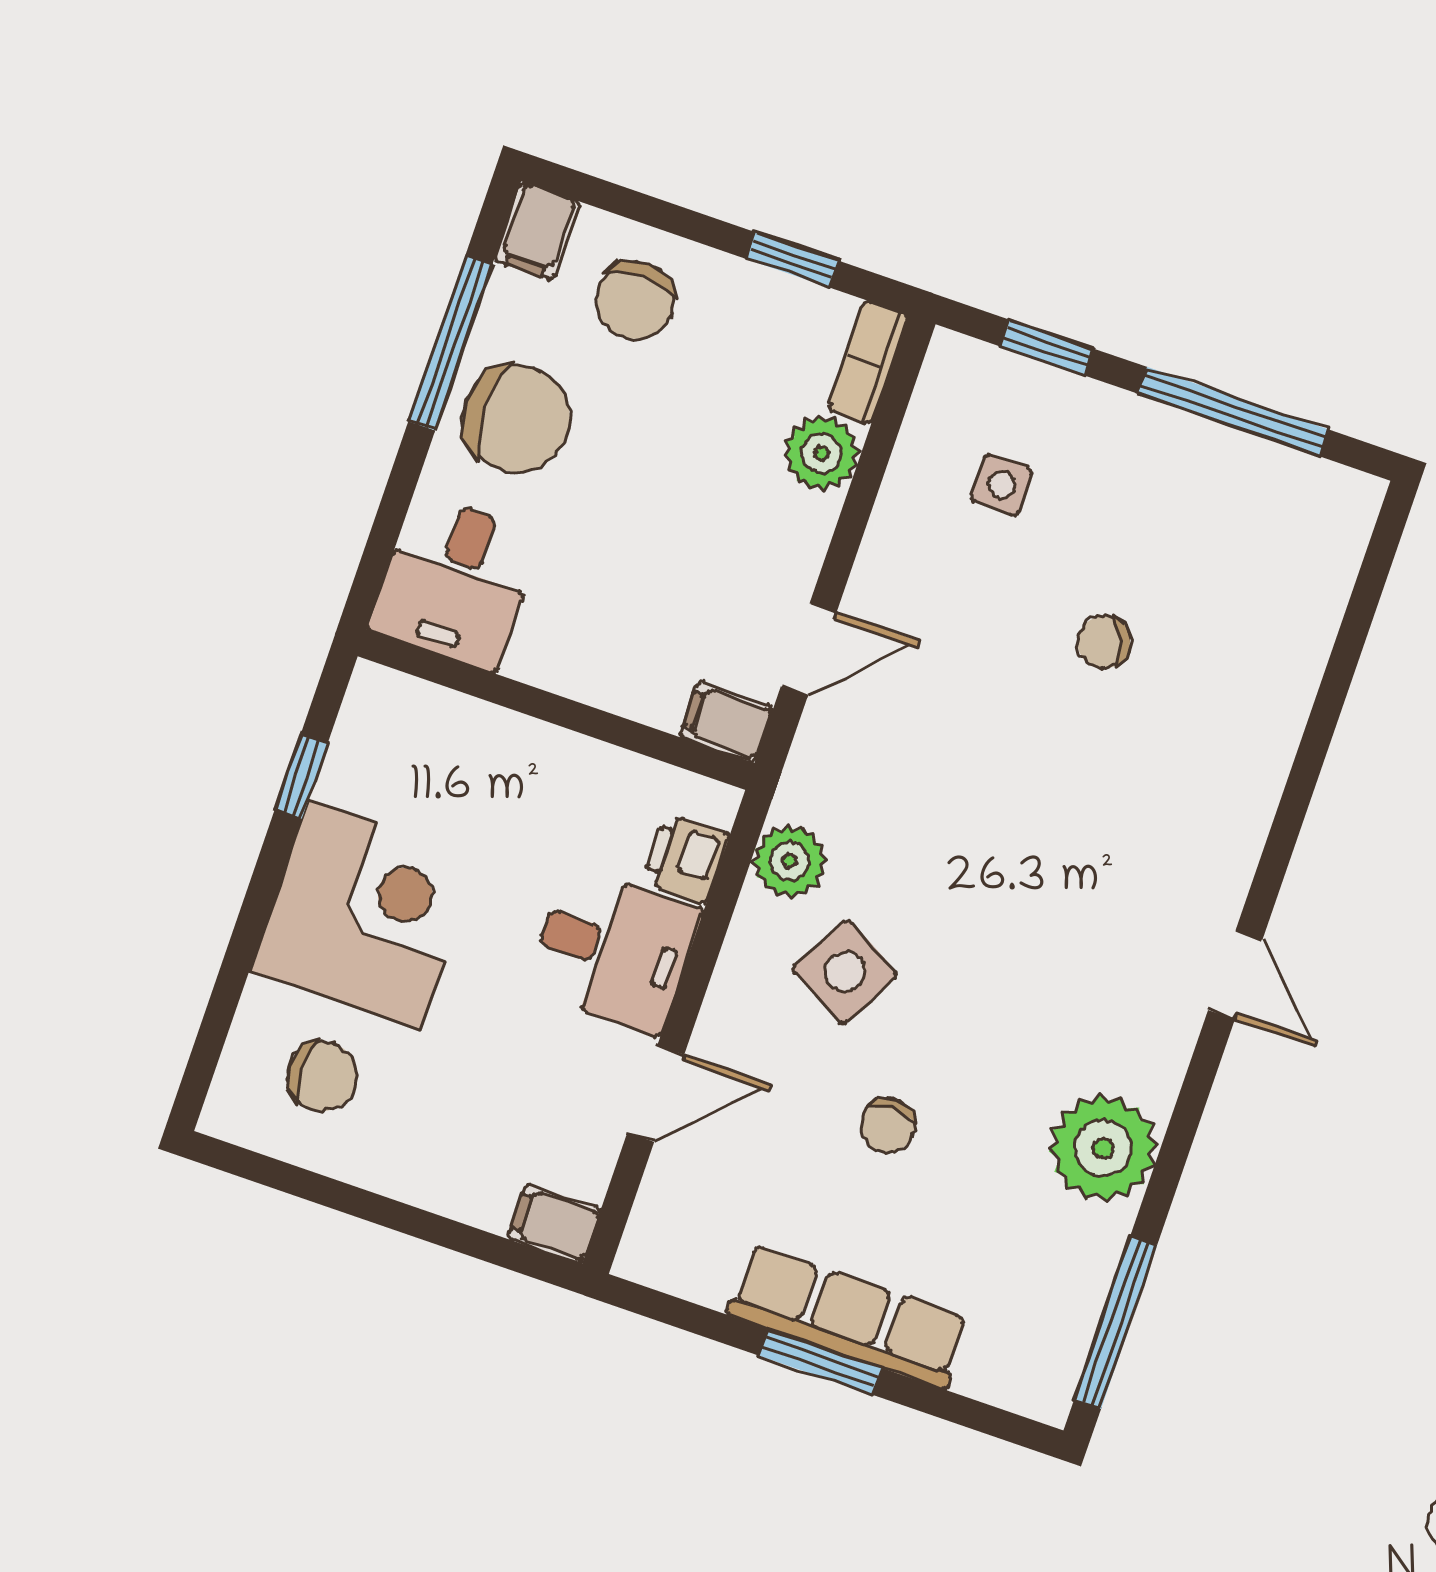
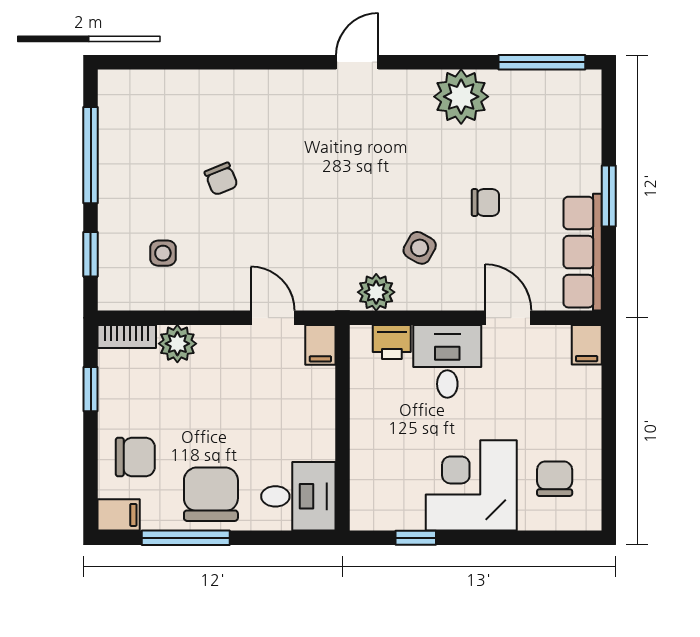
side table: (845, 972) -> (420, 248), width x0.73, depth x0.73
row of seats: (848, 1316) -> (583, 252), moved

